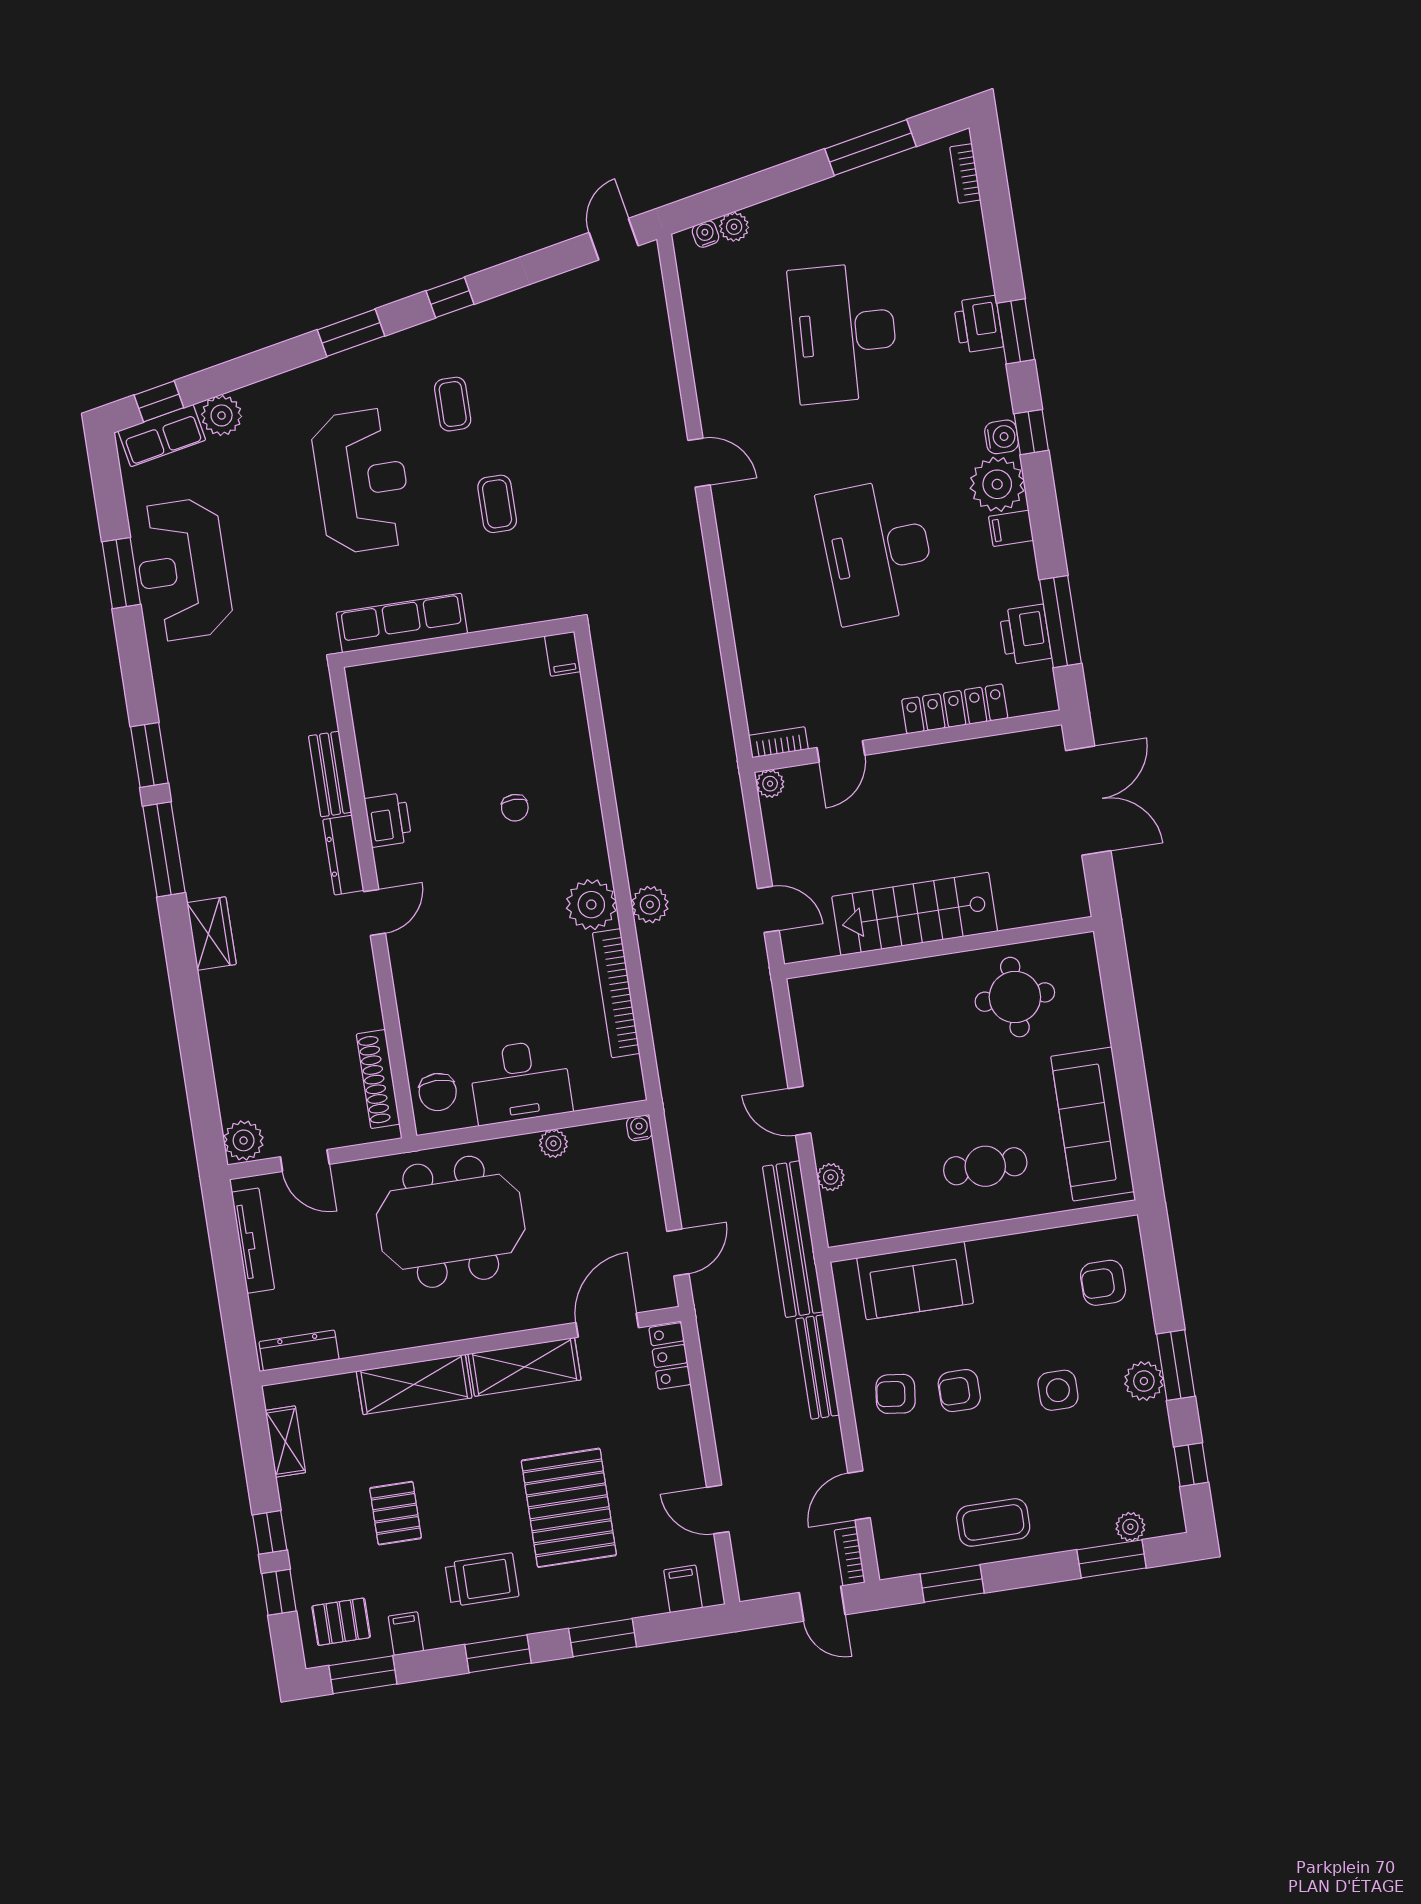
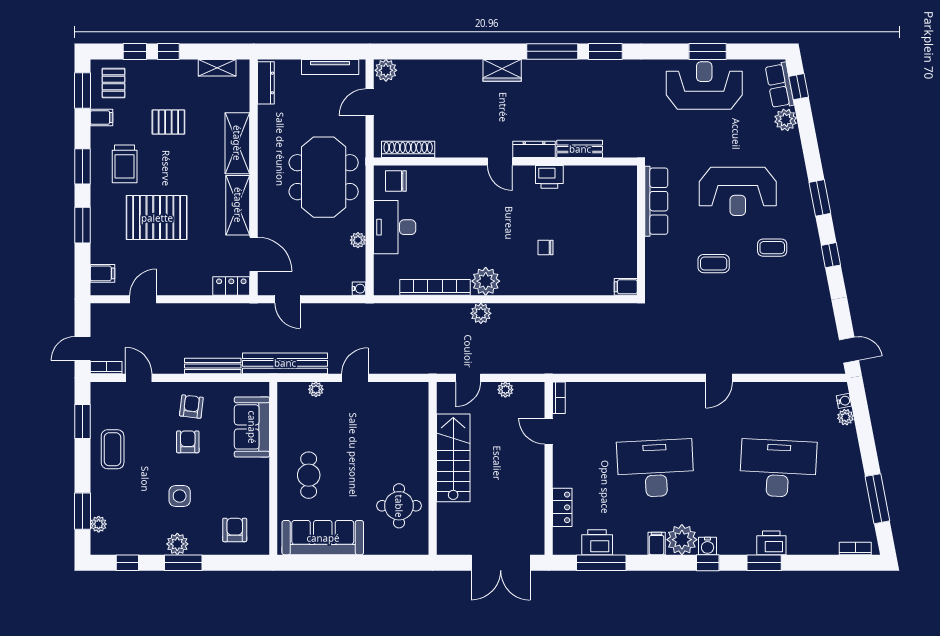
locker: (955, 709) -> (562, 507), width x0.66
plant: (770, 784) -> (505, 390), moved

